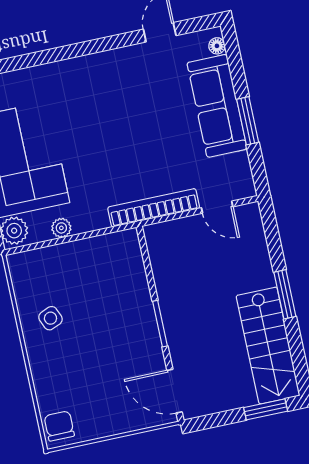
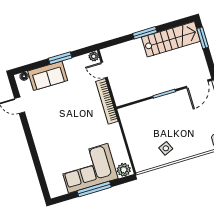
sofa: (217, 106) -> (48, 76), width x0.73
door: (217, 207) -> (104, 70), swing flipped
plant: (61, 228) -> (94, 56), moved

